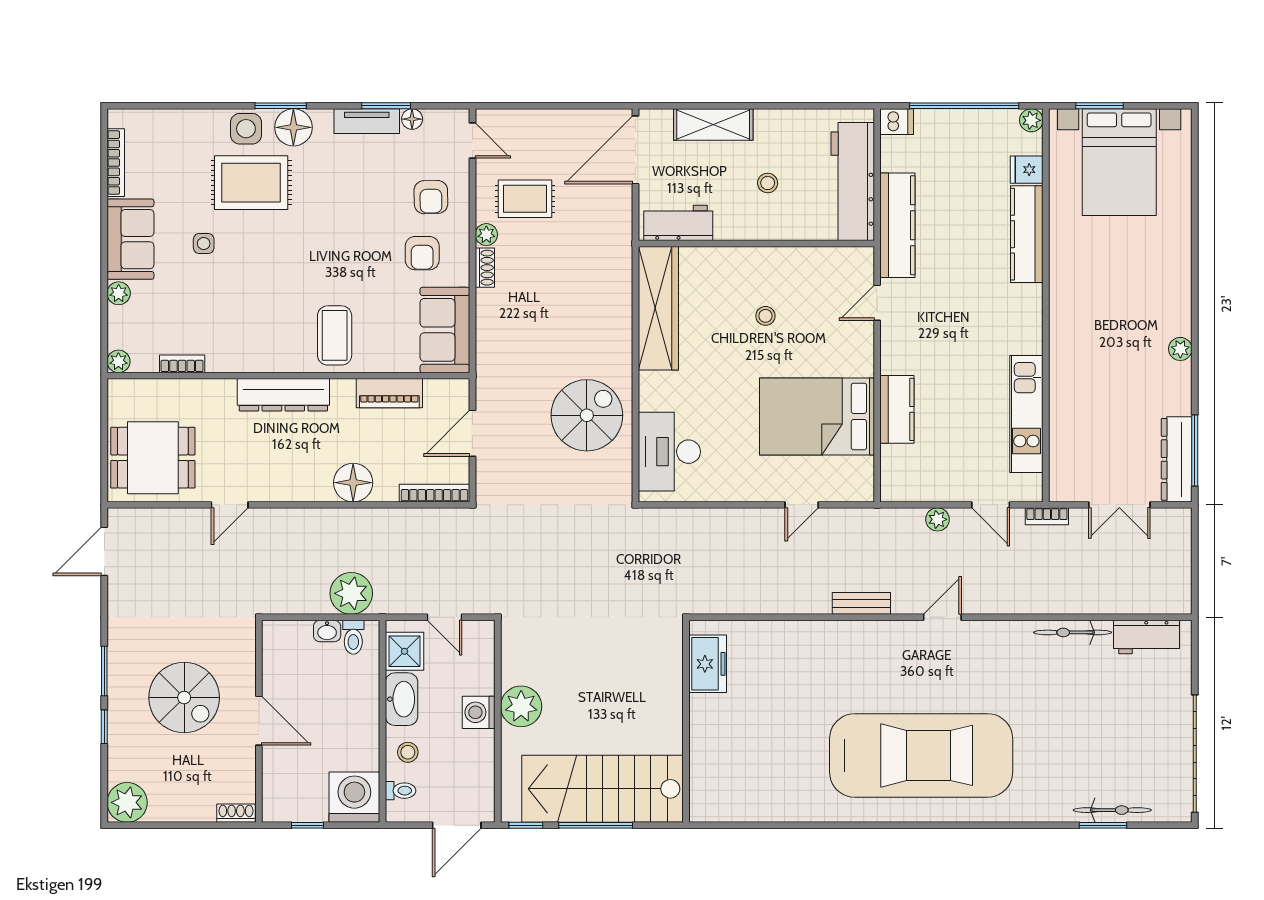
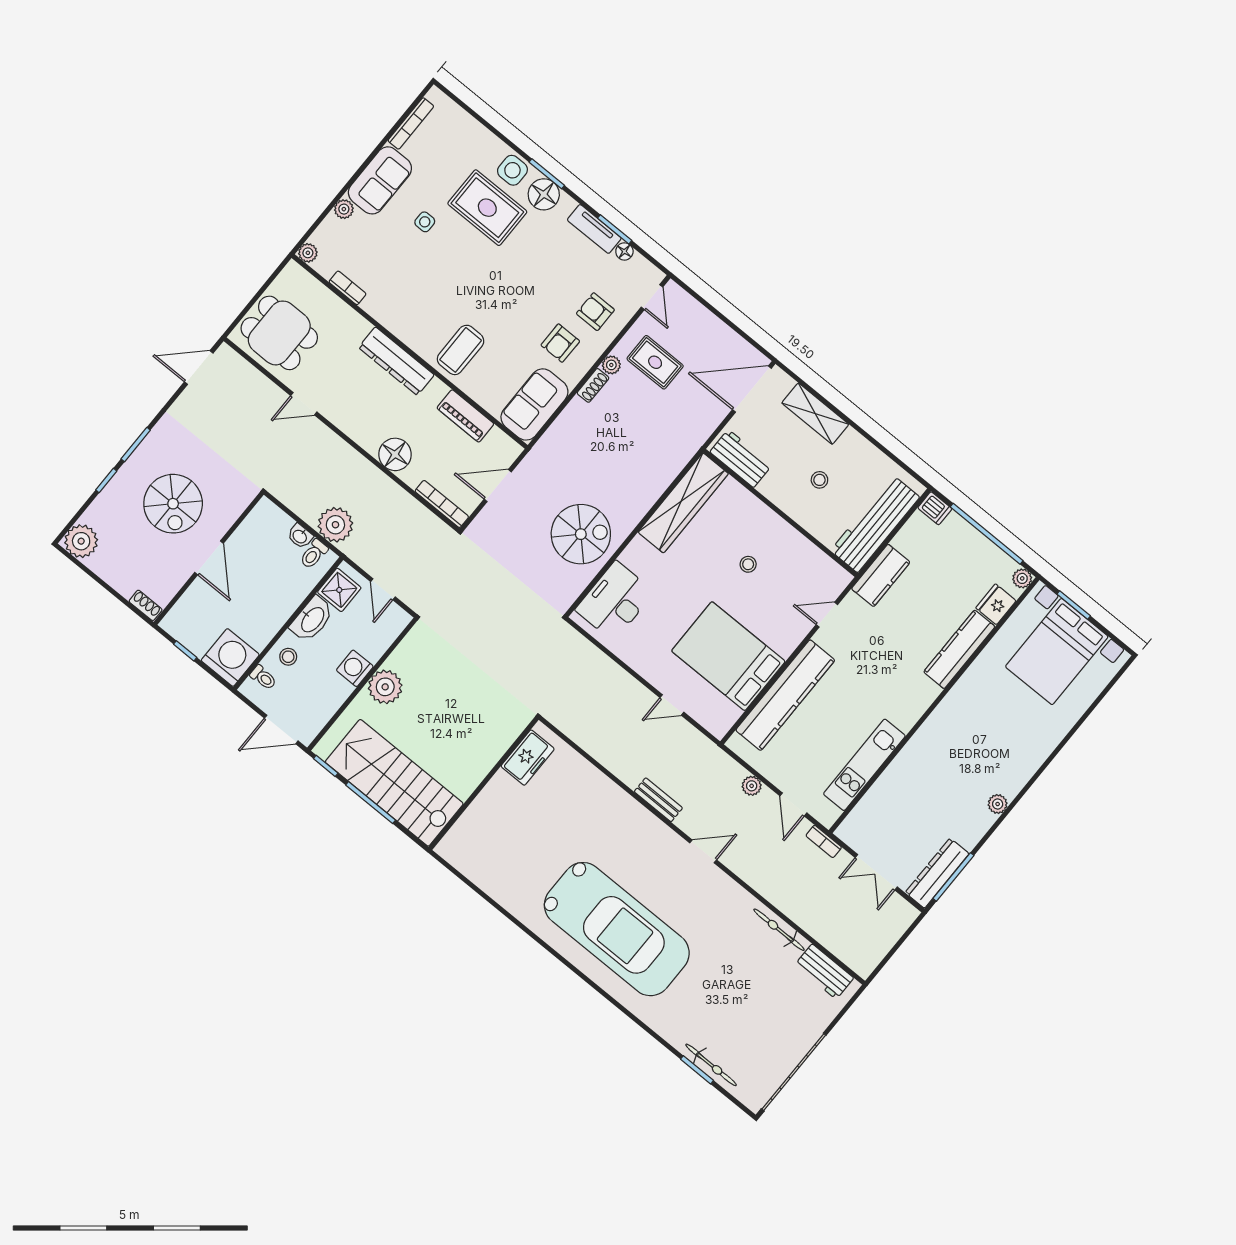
fridge: (1027, 170) -> (996, 604), width x1.38
armchair: (431, 197) -> (595, 312), turned 91
kitchen counter: (897, 225) -> (881, 575), width x0.67
kitchen counter: (897, 409) -> (785, 695), width x2.08, depth x1.17

